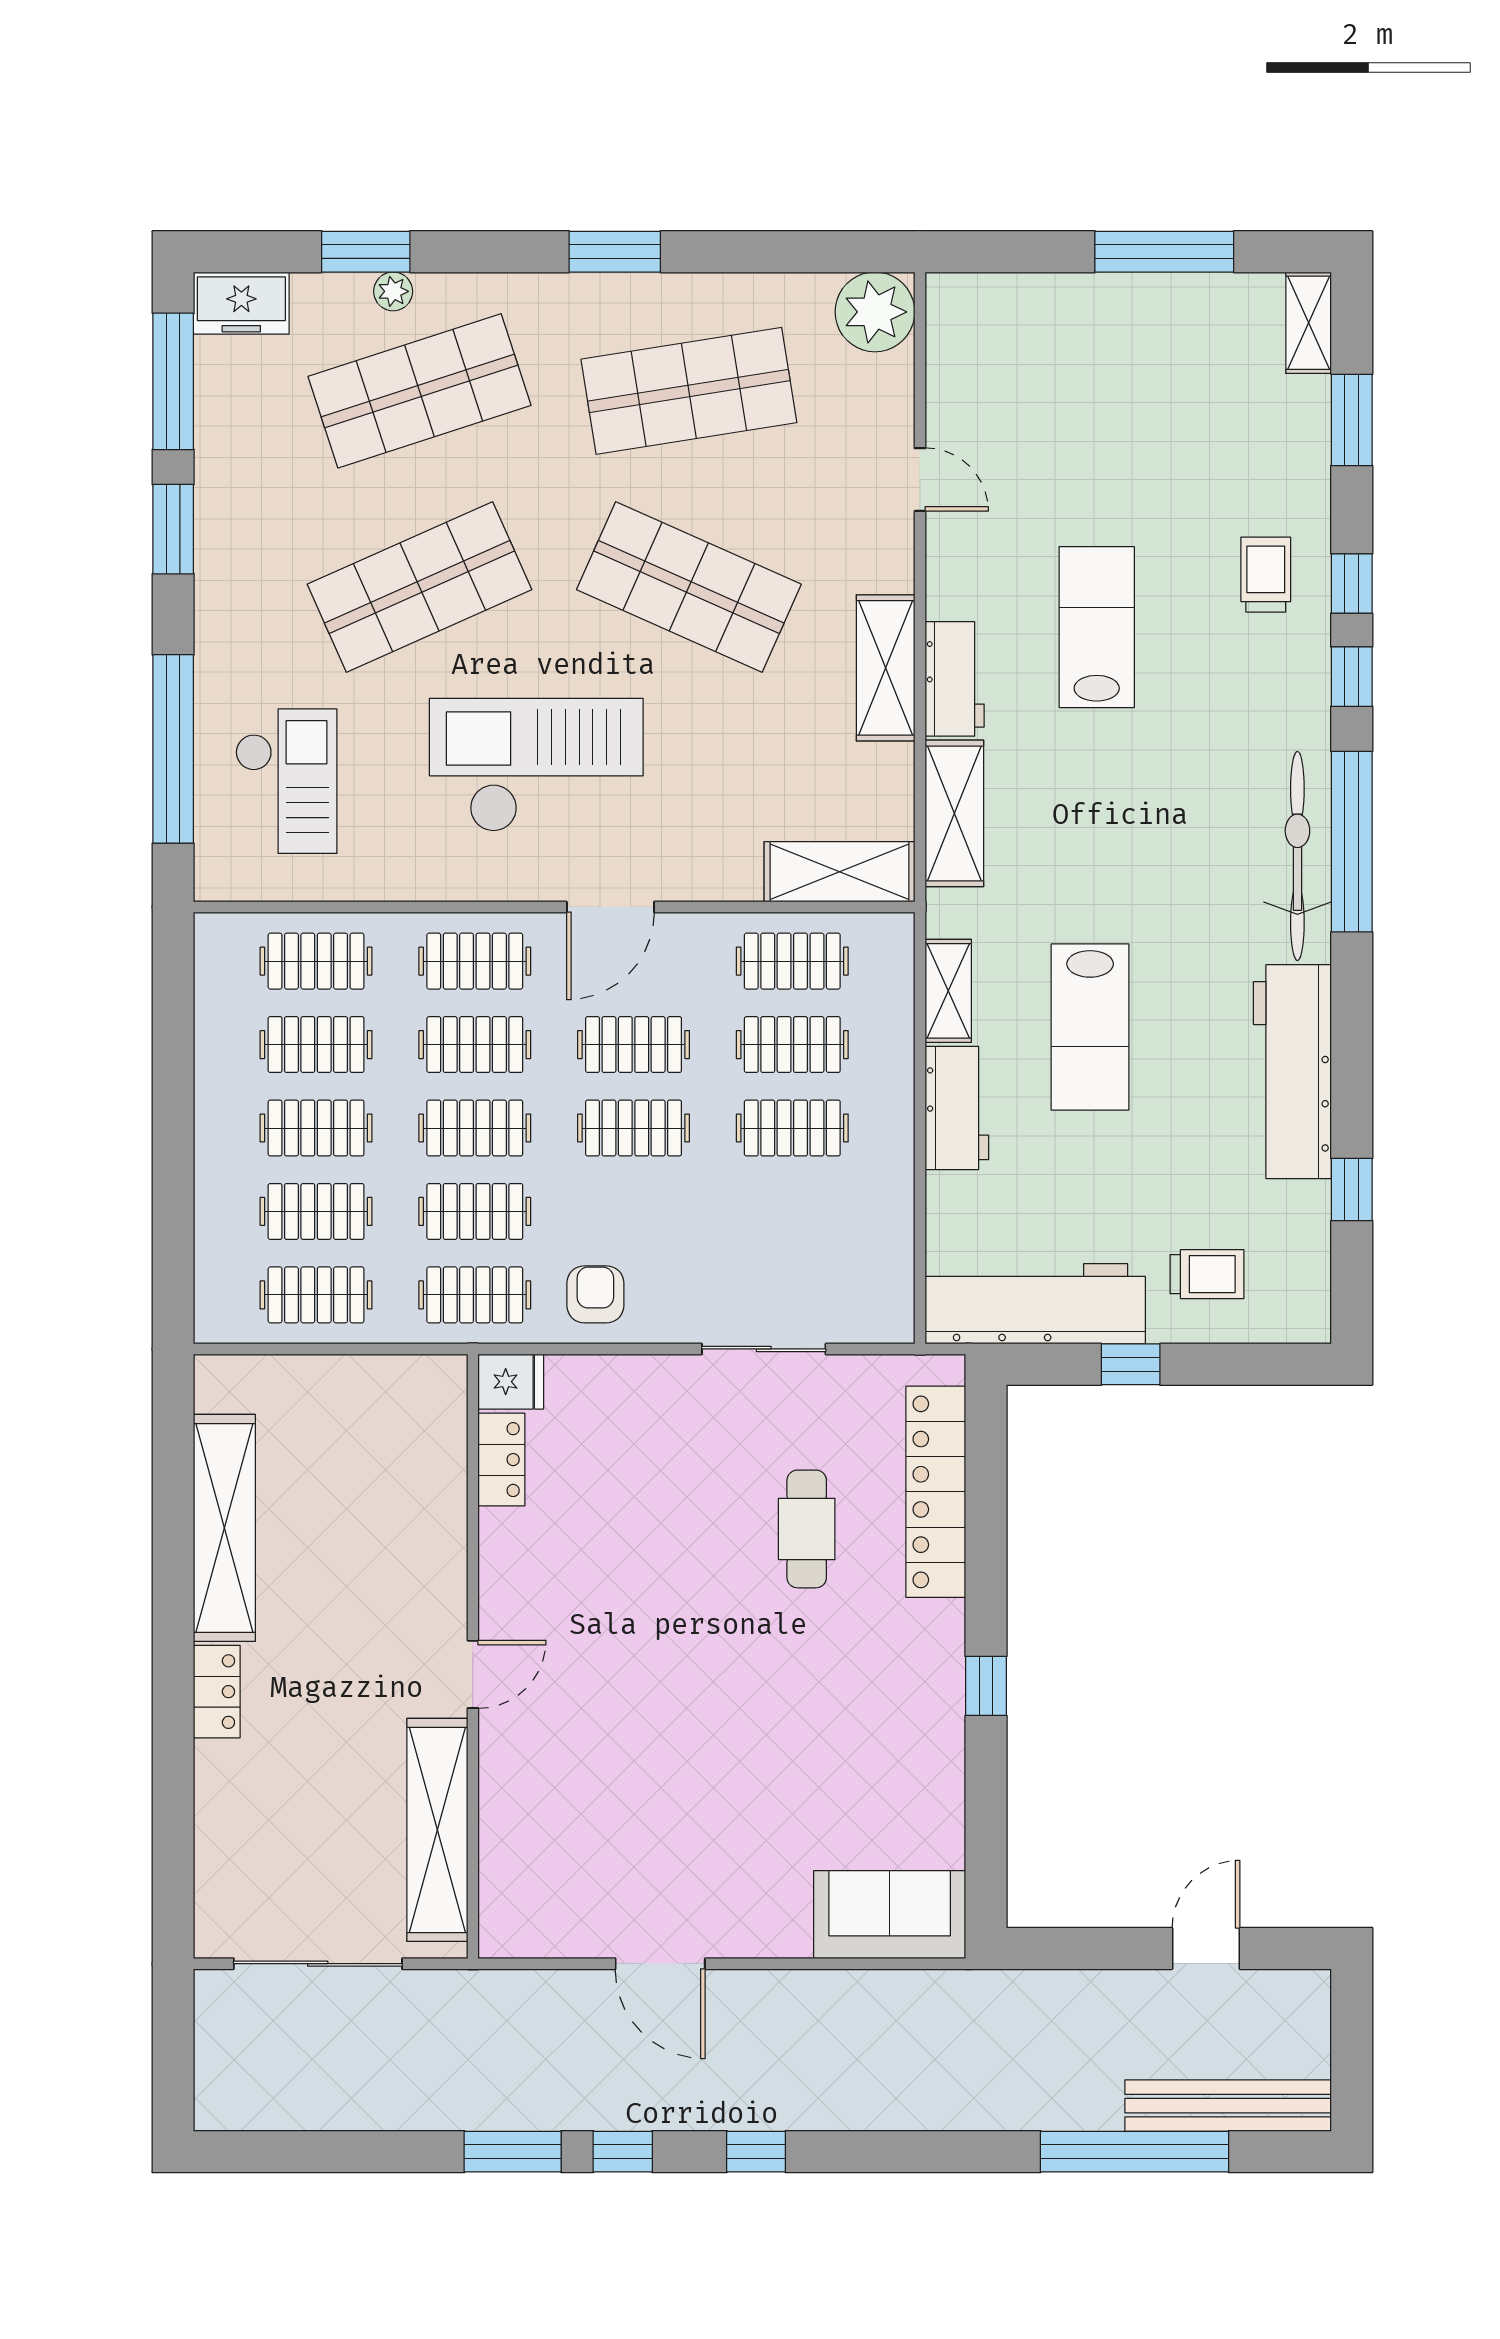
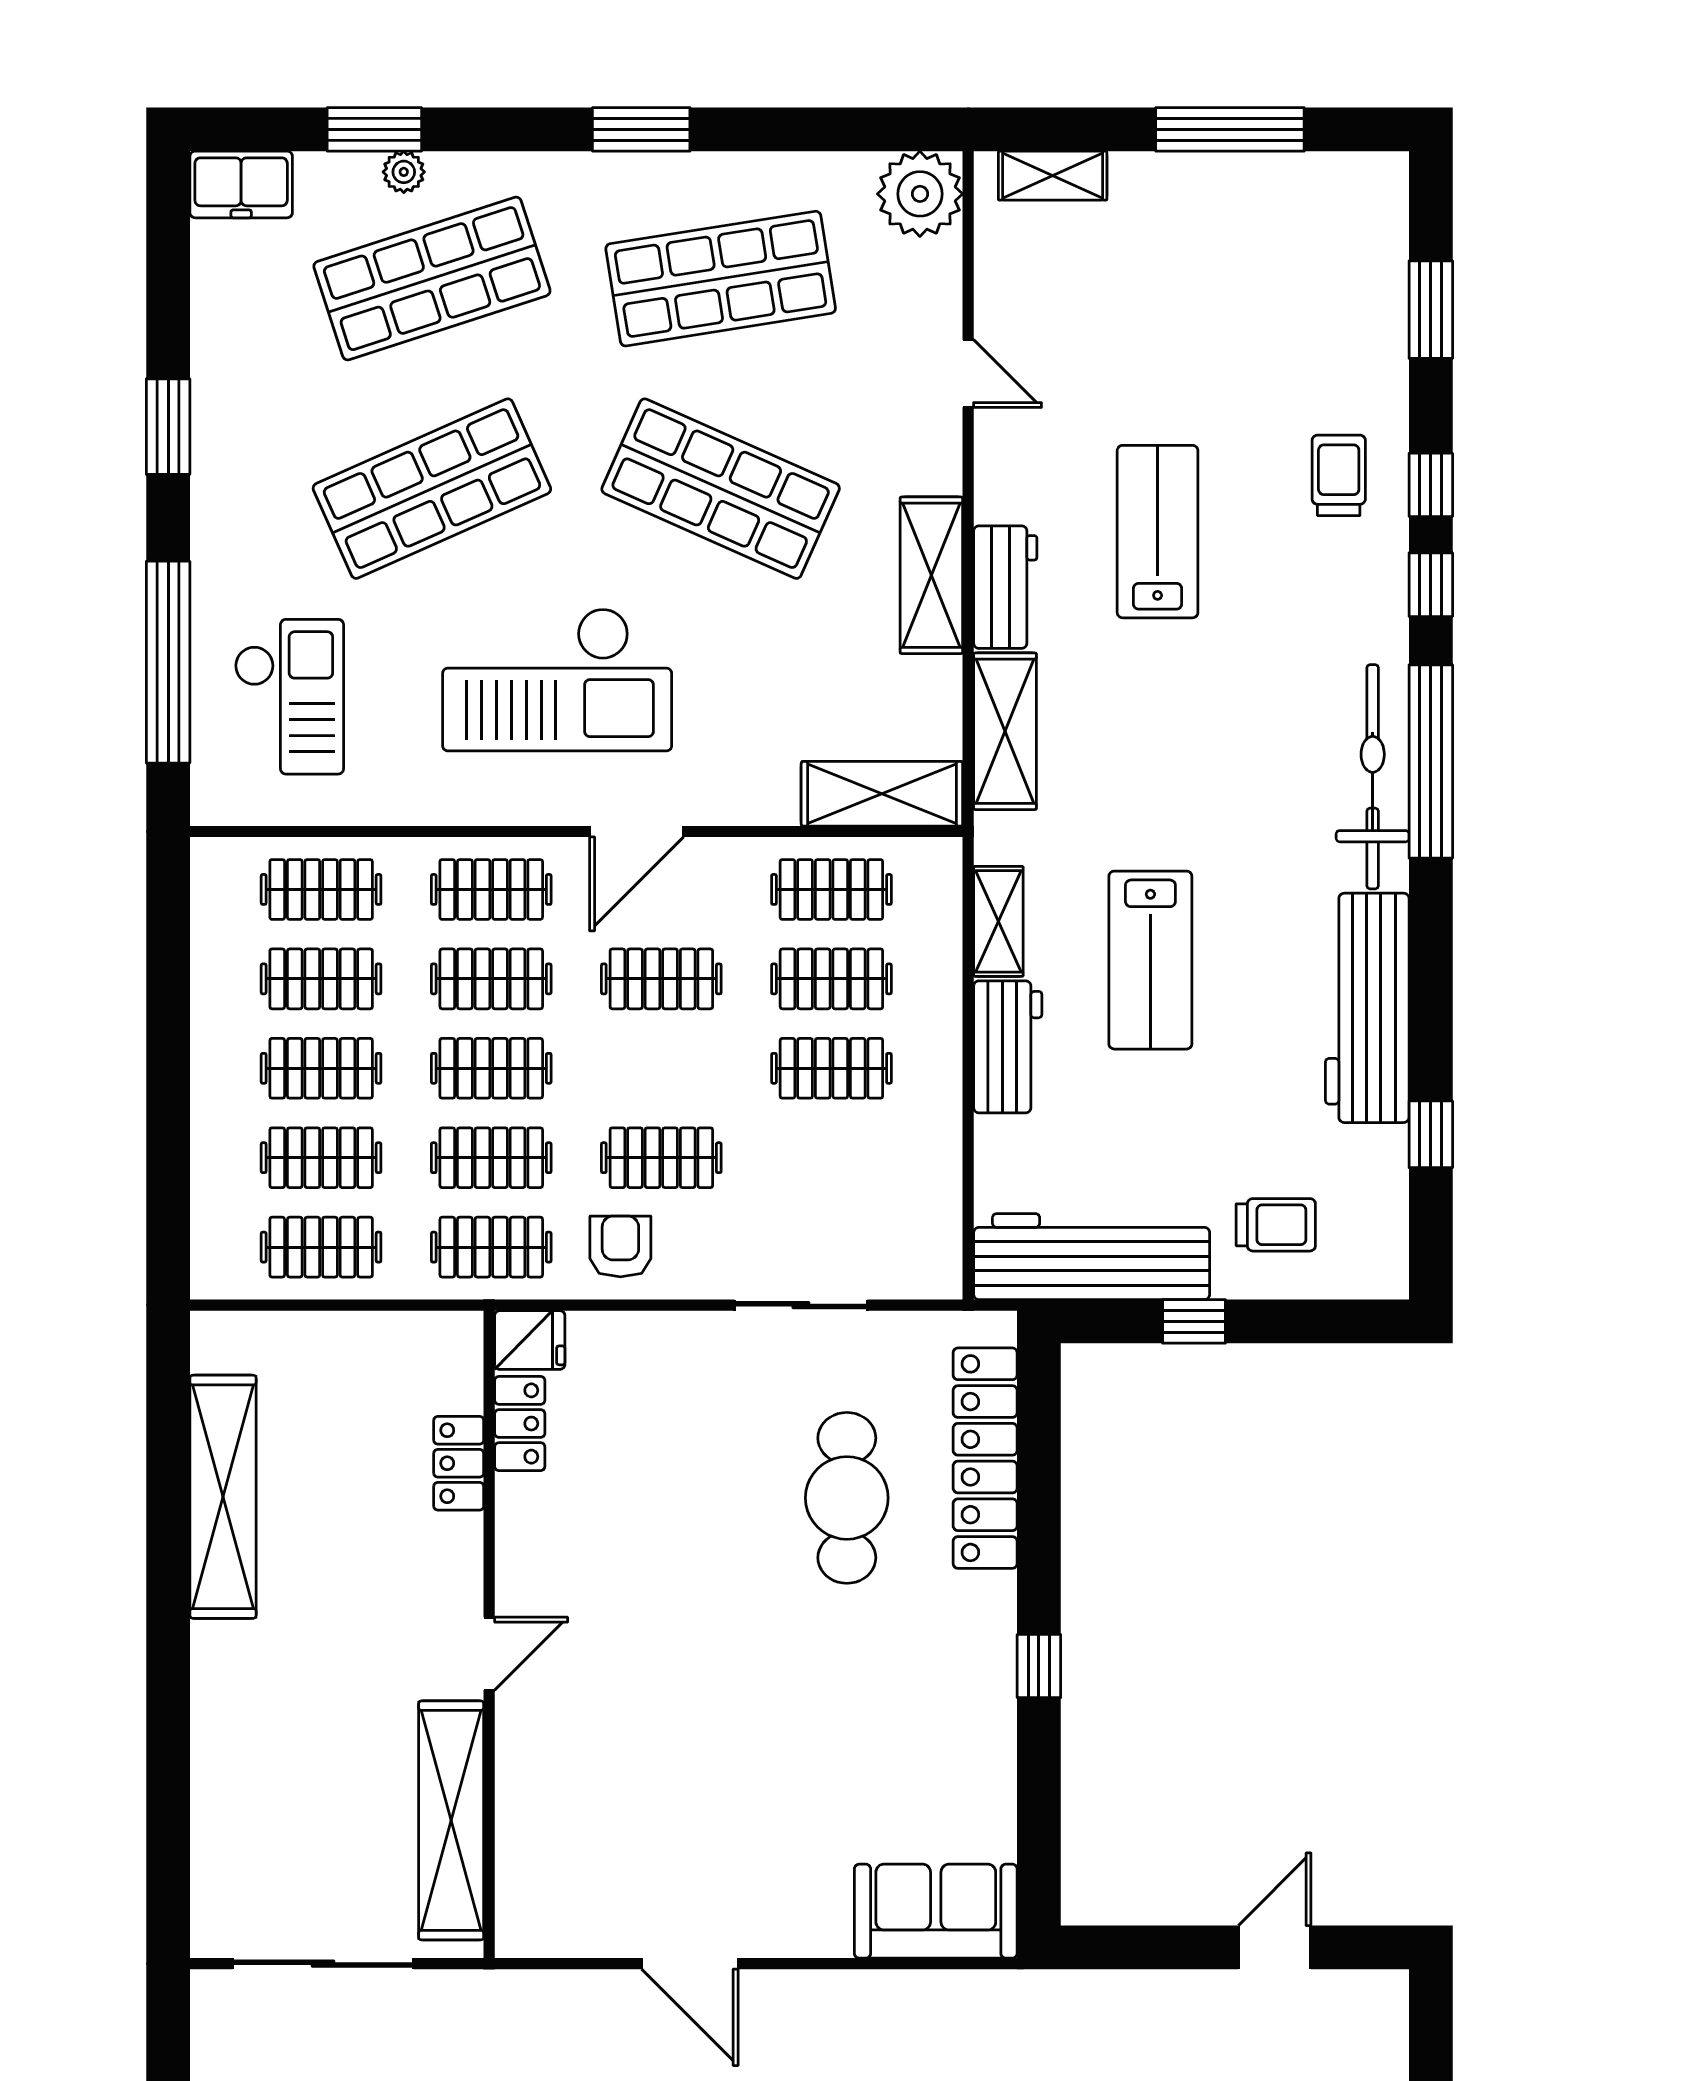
shelving: (1309, 323) -> (1053, 176), moved, turned 90
window: (173, 381) -> (168, 268), removed
checkout: (536, 765) -> (557, 680), turned 180
clothes rail: (634, 1128) -> (661, 1158), moved
cafe table: (807, 1529) -> (847, 1498), width x1.37, depth x1.35
locker: (217, 1692) -> (459, 1463), moved, turned 180

